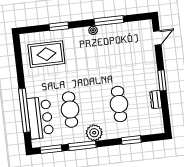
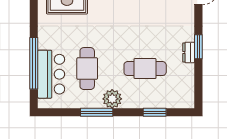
dresser: (156, 100) -> (189, 53), moved
cafe table: (119, 104) -> (145, 69), turned 90
window: (51, 149) -> (60, 112), removed

